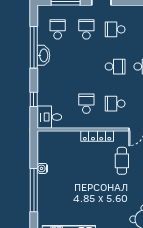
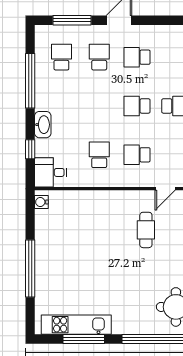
washbasin: (43, 55) -> (43, 125), moved
school desk: (115, 67) -> (137, 106), turned 180
locker: (97, 136) -> (113, 197), removed
water cooler: (42, 168) -> (41, 202), moved

